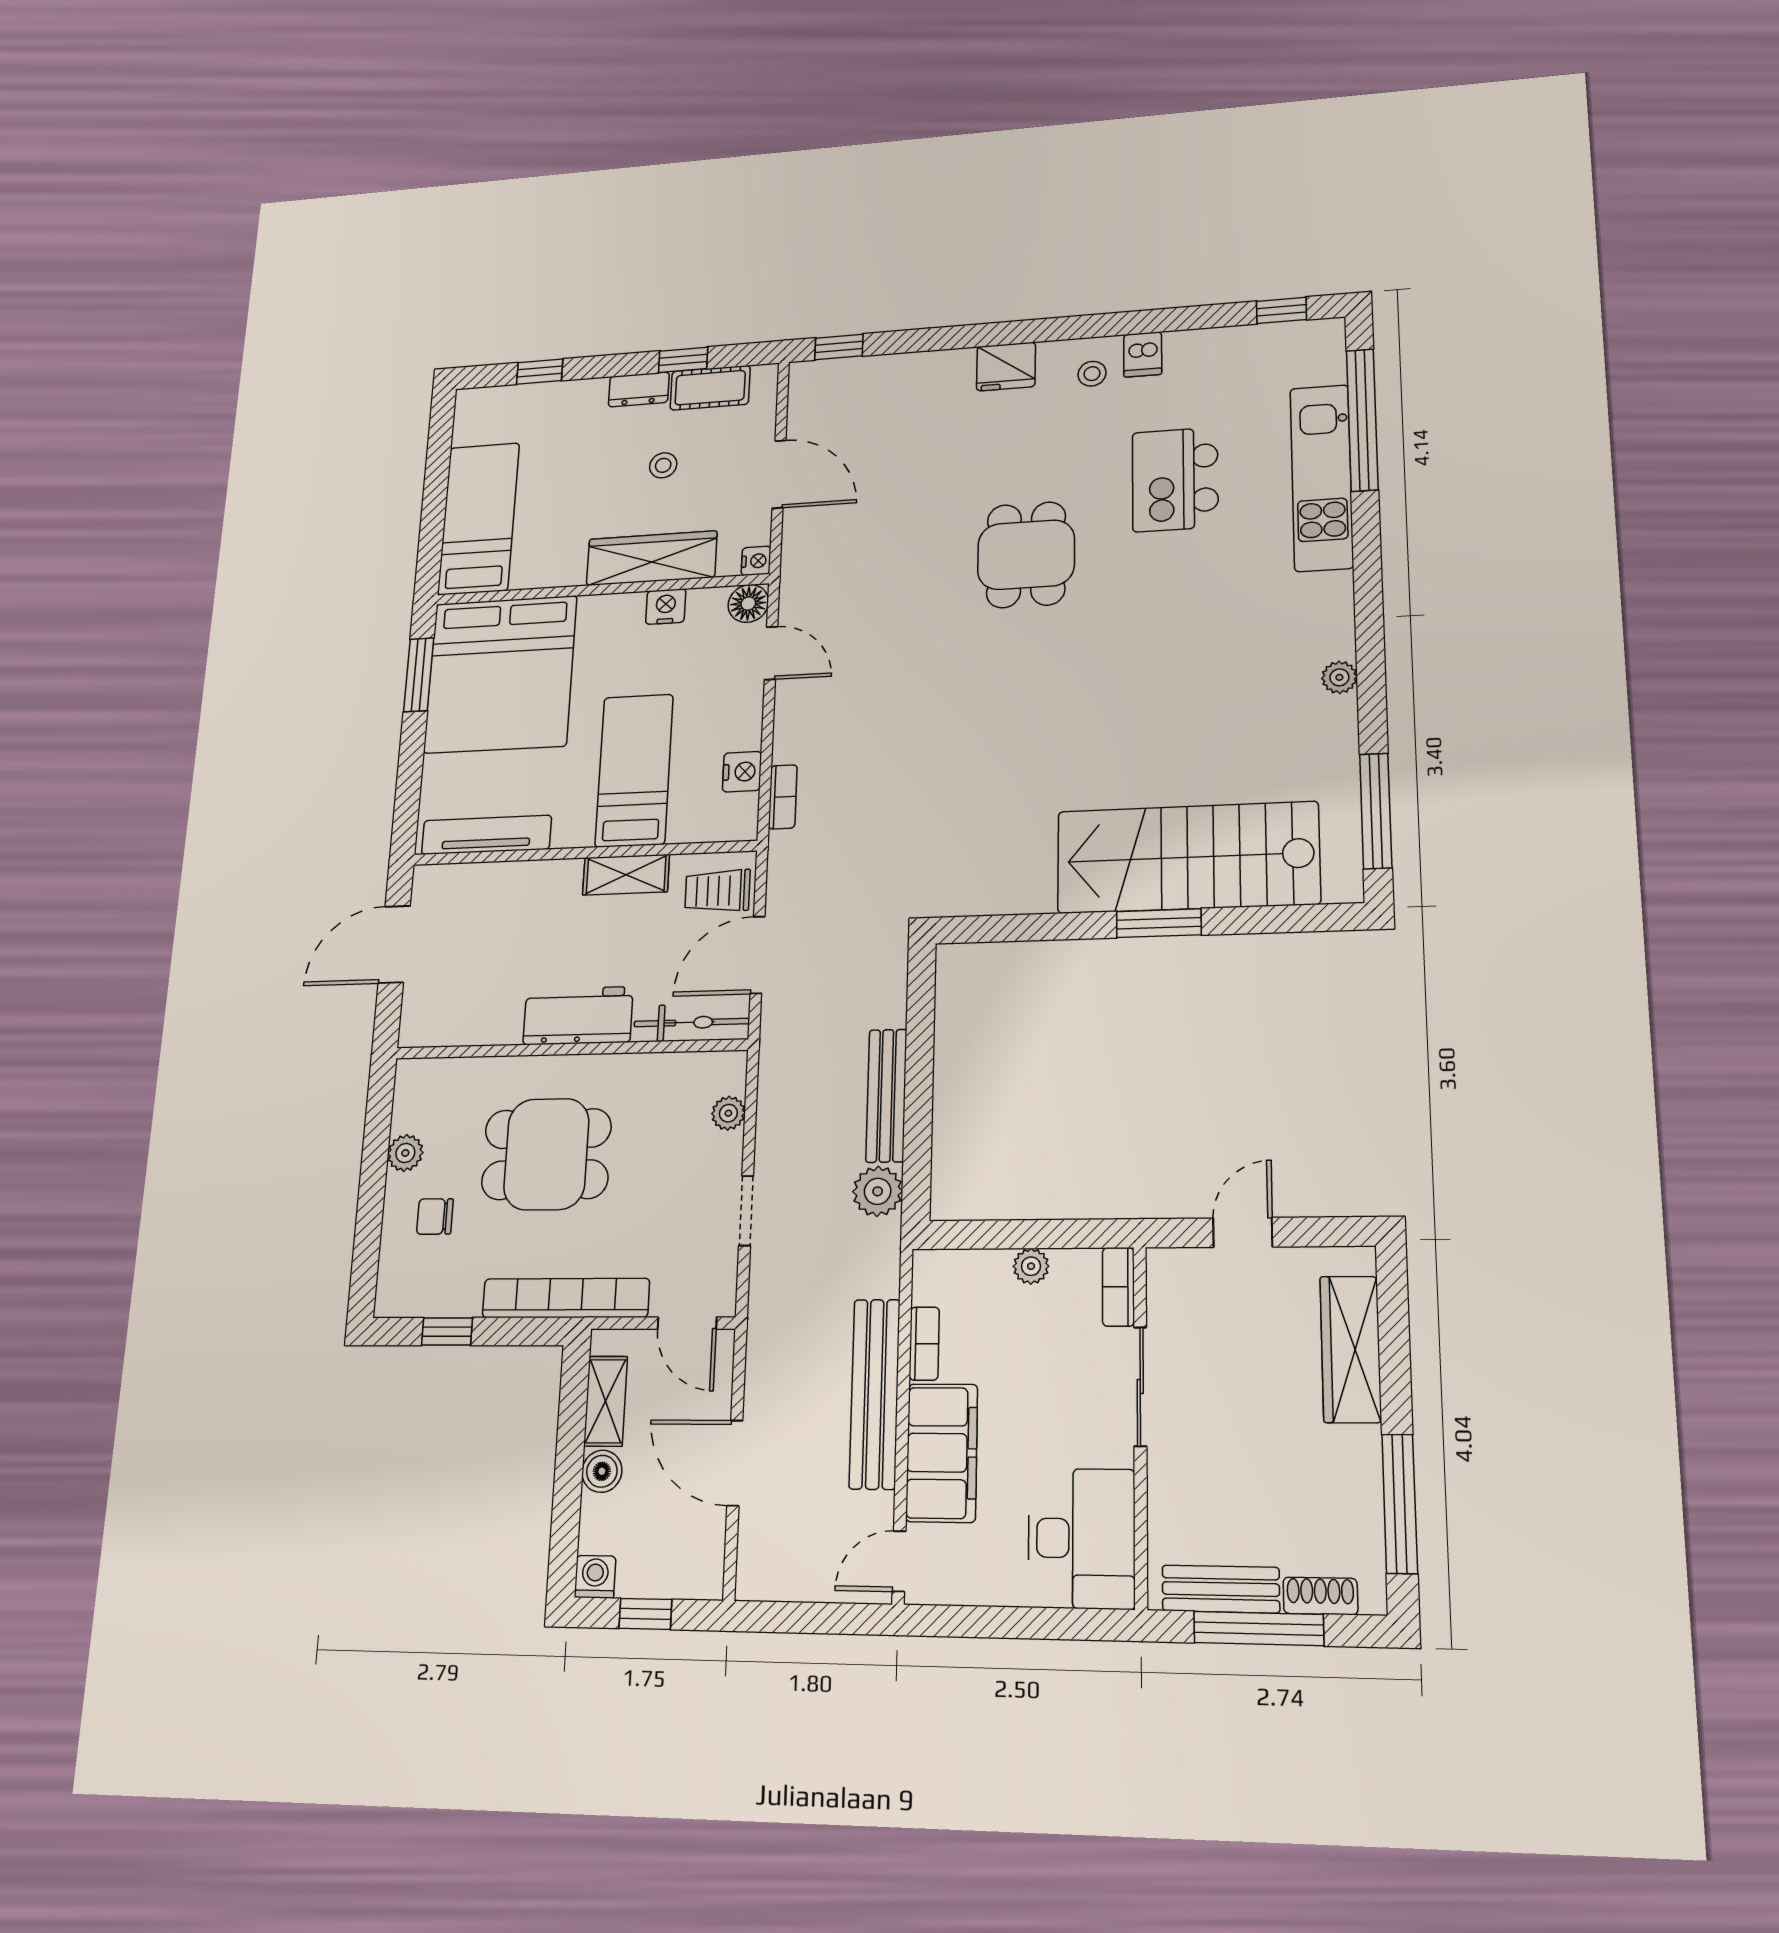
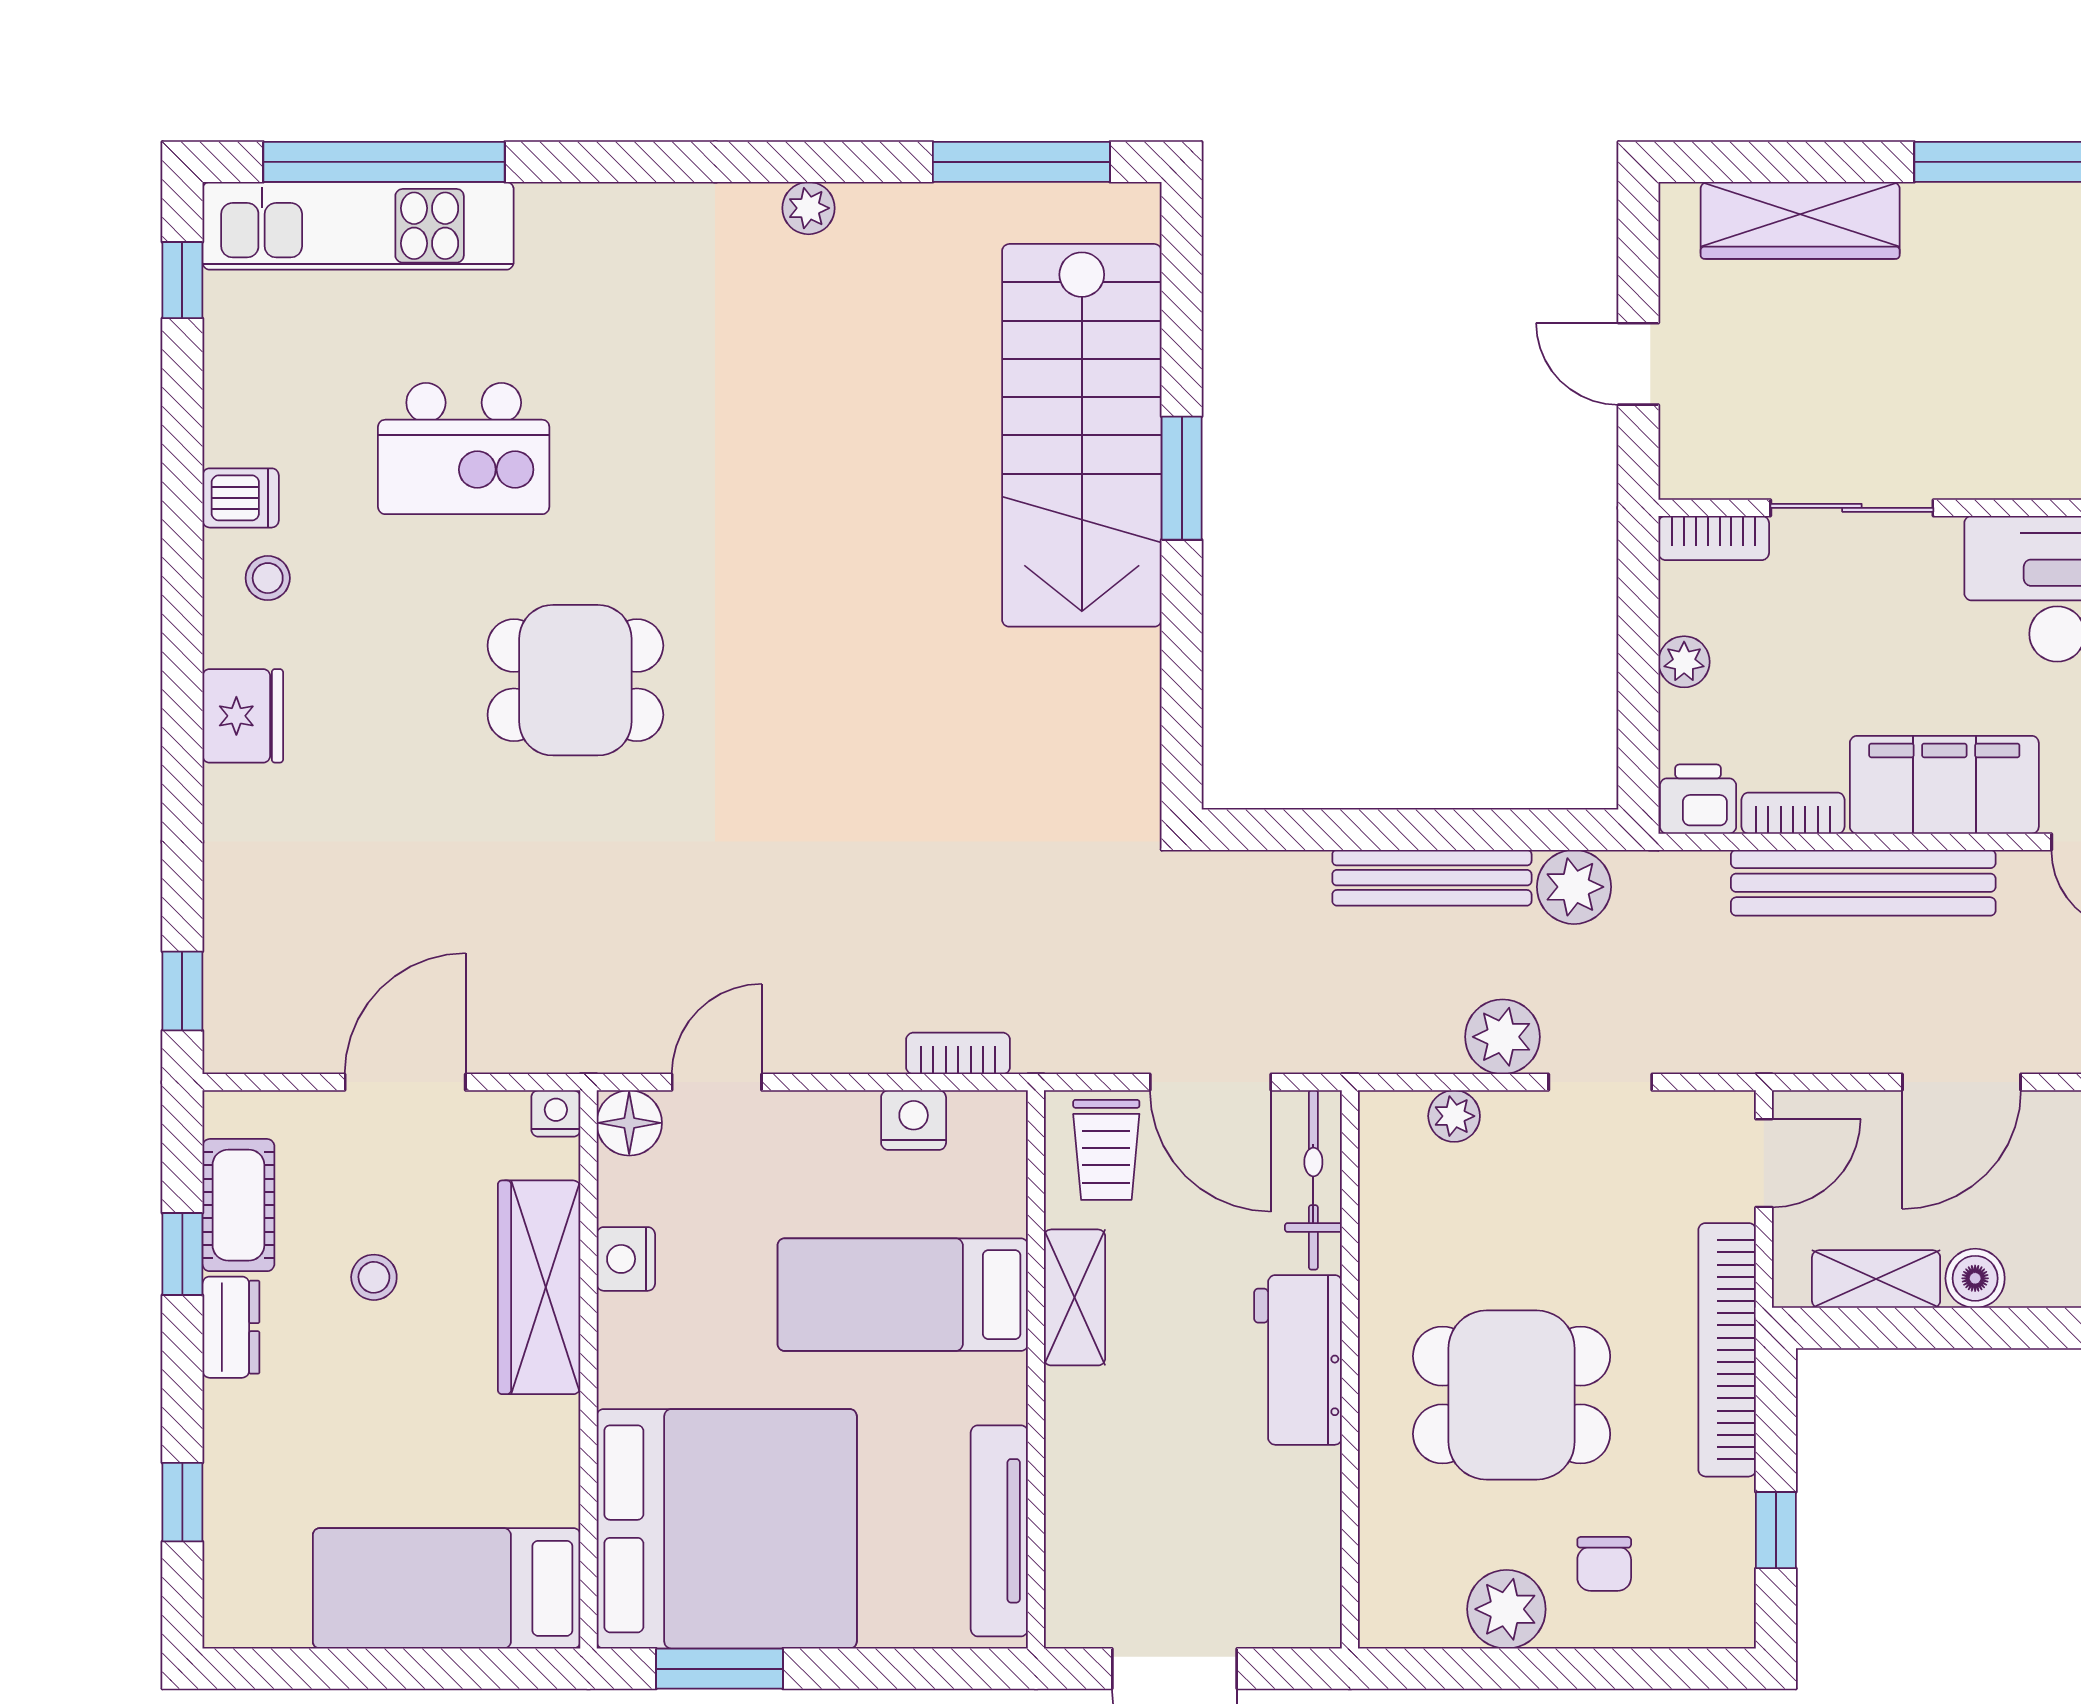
kitchen unit: (1322, 477) -> (358, 226), moved
plant: (779, 1144) -> (1503, 1037), added
plant: (405, 1153) -> (1506, 1609), width x1.38, depth x1.38
dining table: (546, 1154) -> (1512, 1395), turned 90
printer: (935, 1277) -> (1698, 799), added

